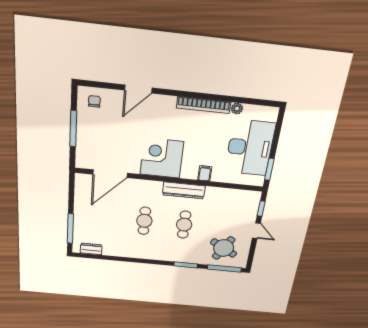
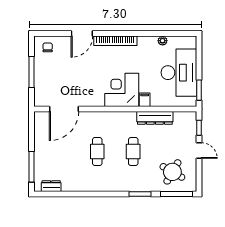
bookcase: (204, 105) -> (115, 41), moved
corner desk: (162, 158) -> (122, 90), moved
dresser: (184, 190) -> (155, 118), moved

